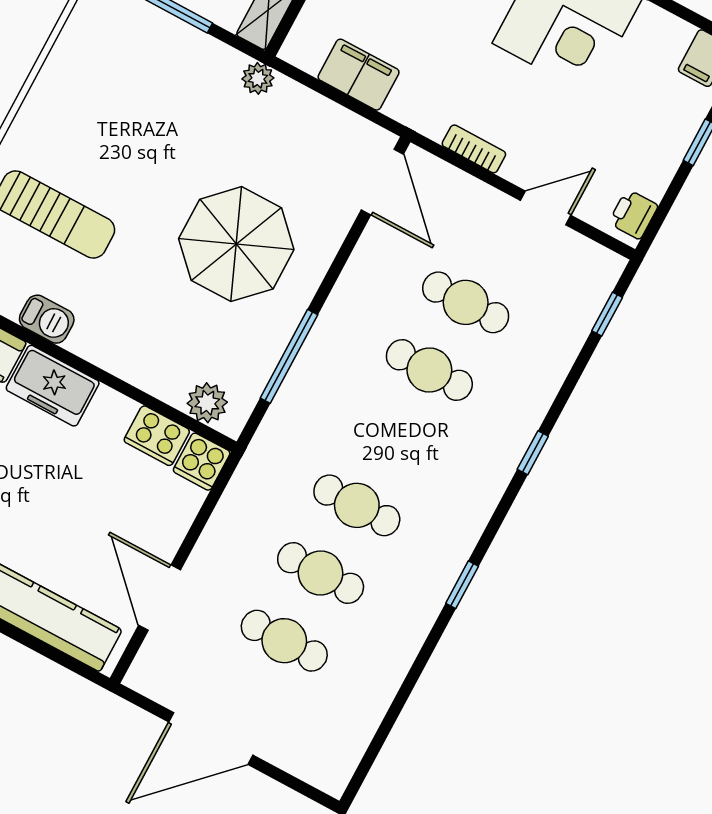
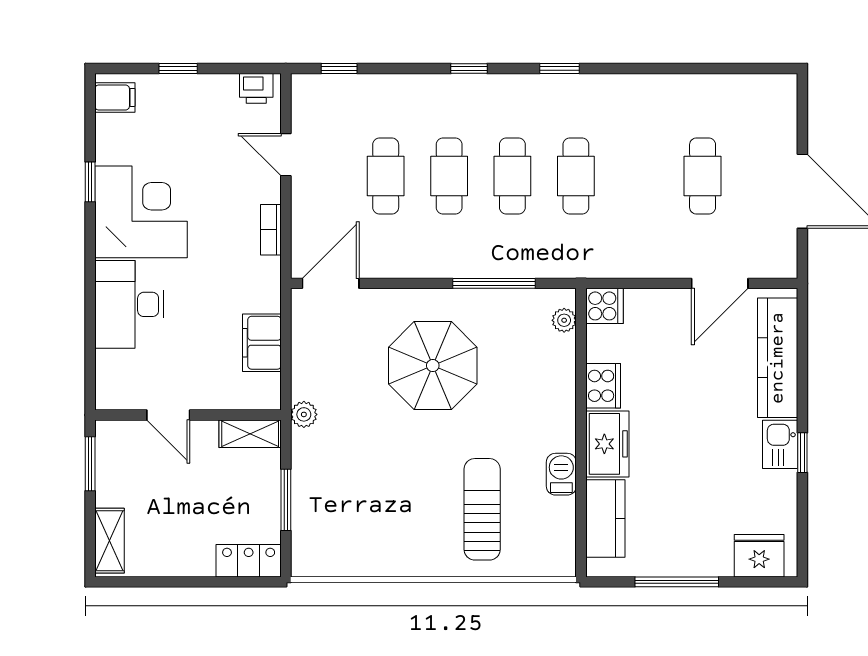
plant: (207, 403) -> (564, 320), width x0.73, depth x0.73
cooker: (157, 436) -> (603, 386), moved
cafe table: (321, 573) -> (512, 176), moved
window: (462, 585) -> (559, 68), moved

